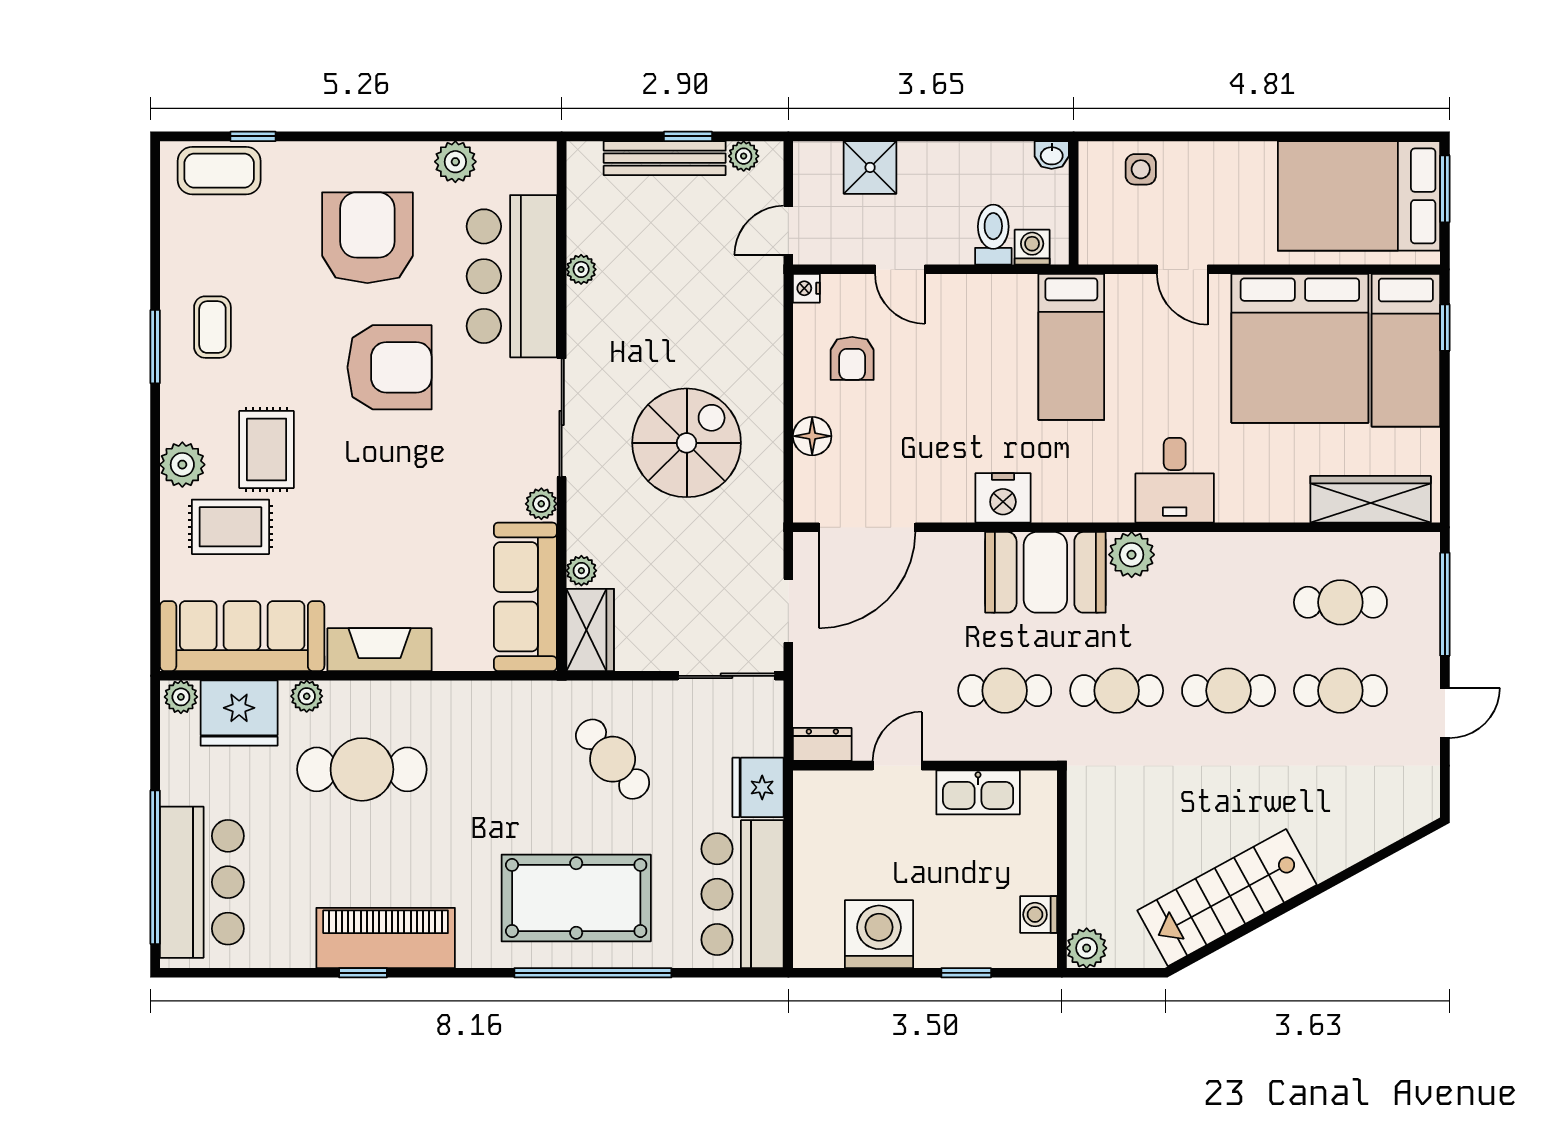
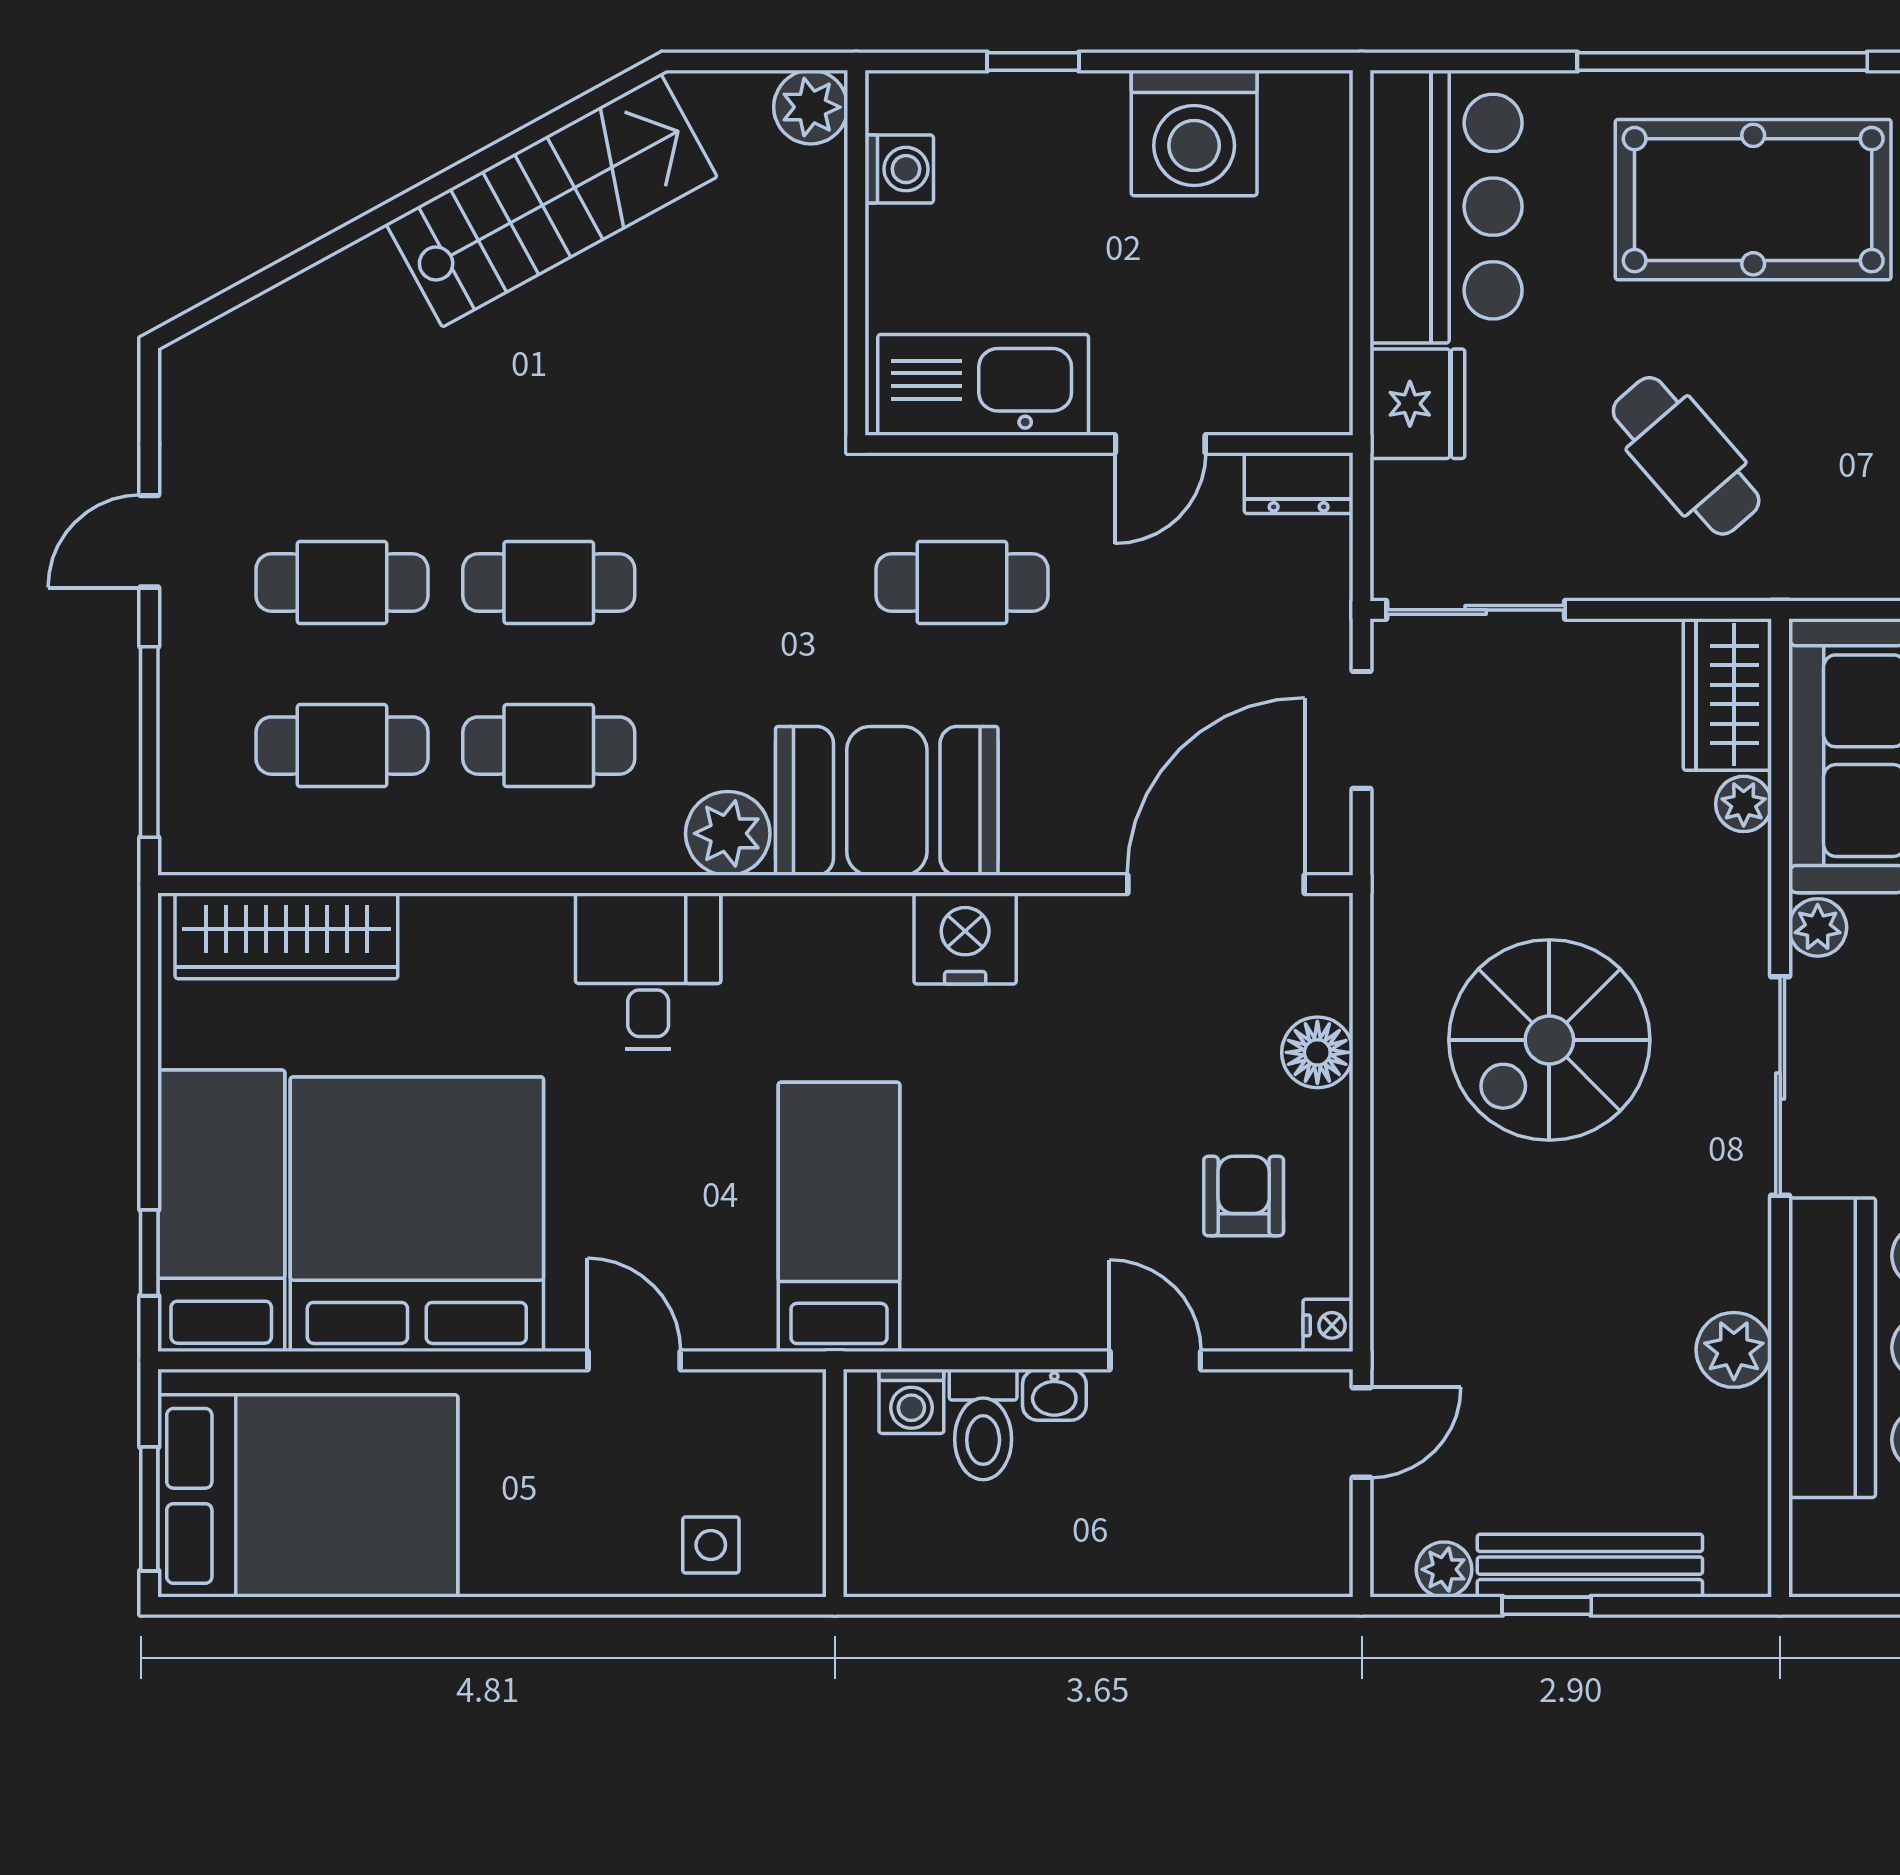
washbasin: (1052, 155) -> (1054, 1395), moved, turned 180
shower: (870, 167) -> (1211, 1548), removed
plant: (581, 269) -> (1734, 1350), width x1.38, depth x1.38
cafe table: (1117, 691) -> (549, 746), moved
kitchen sink: (978, 792) -> (983, 385), width x1.36, depth x1.24

